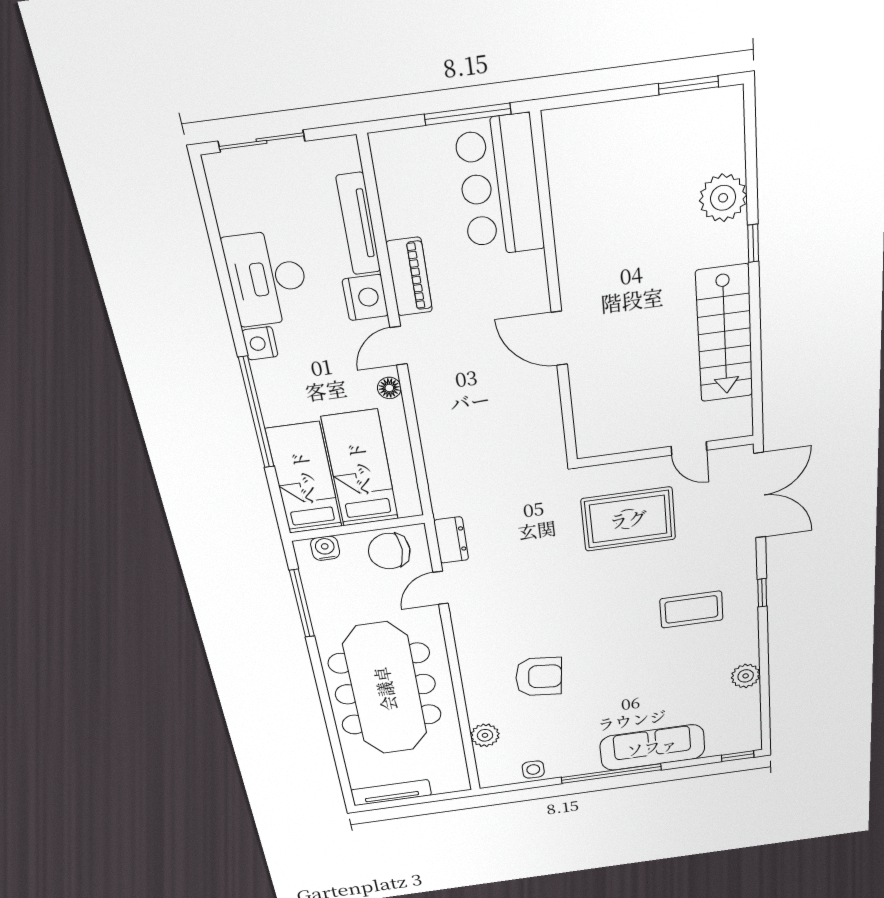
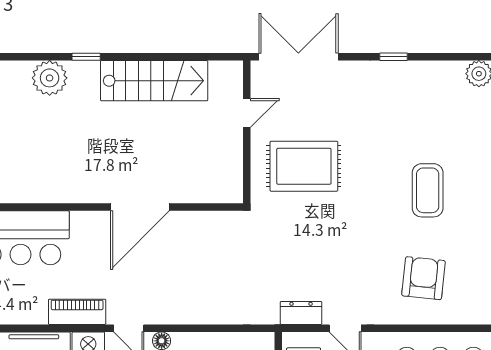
door: (559, 338) -> (140, 207), width x1.36
rug: (628, 519) -> (304, 166), turned 90
coffee table: (691, 609) -> (428, 190), moved
armchair: (539, 677) -> (423, 278), moved

